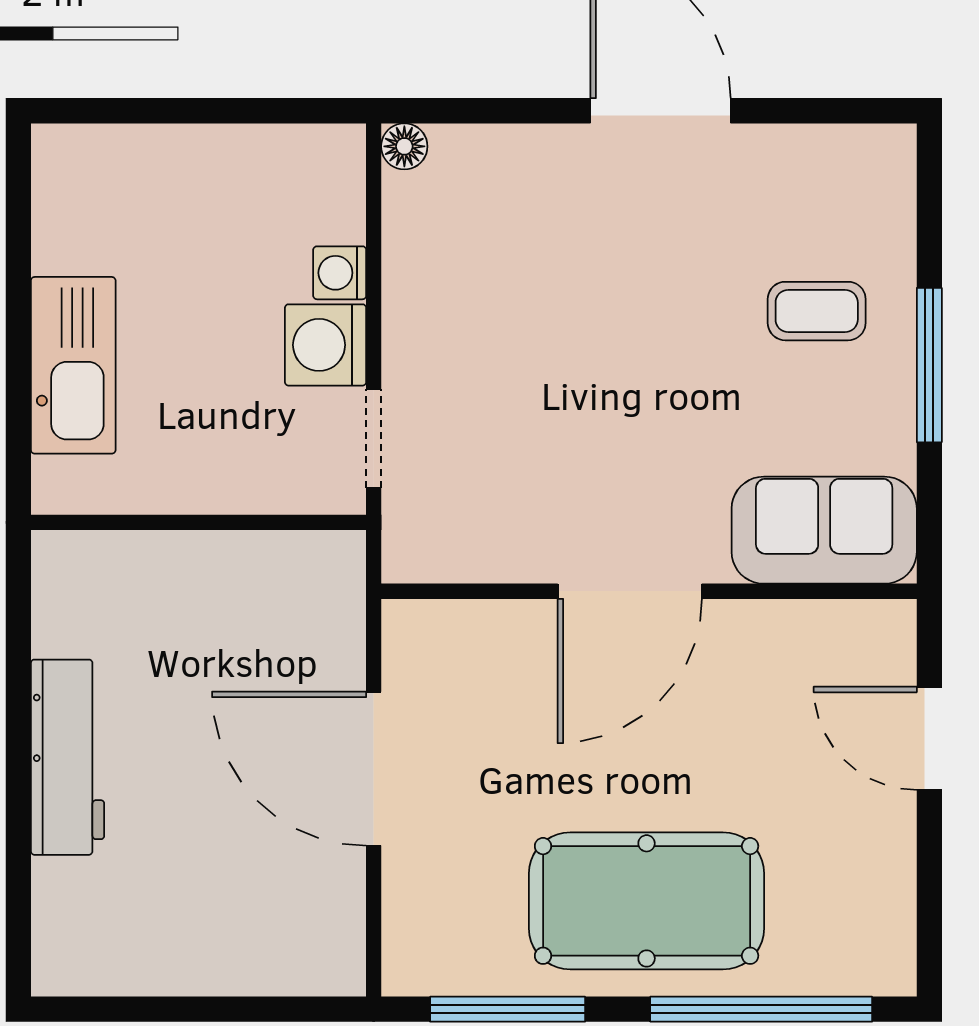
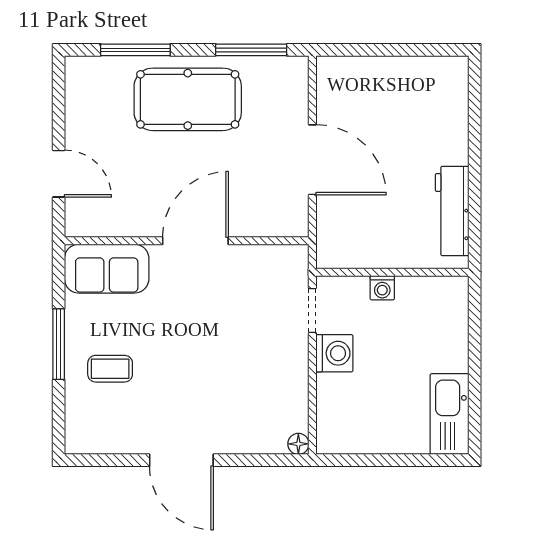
washing machine: (340, 273) -> (382, 288), moved, turned 90
kitchen sink: (73, 365) -> (450, 414), moved
workbench: (68, 757) -> (452, 211), moved
window: (761, 1009) -> (135, 50), width x0.68

